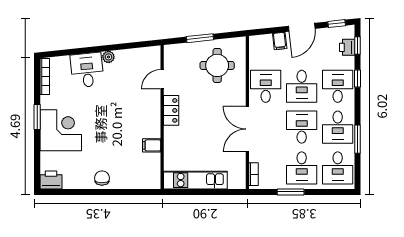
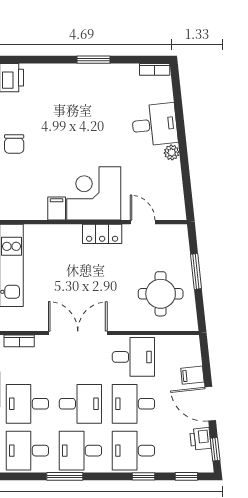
printer: (347, 47) -> (200, 439), moved, turned -96
bookcase: (45, 77) -> (155, 69), width x0.64
desk: (338, 86) -> (133, 451), turned 180
corner desk: (61, 130) -> (94, 193), moved, turned 180
chair: (102, 178) -> (14, 144), turned 90

